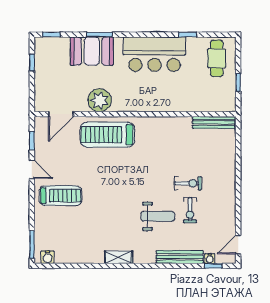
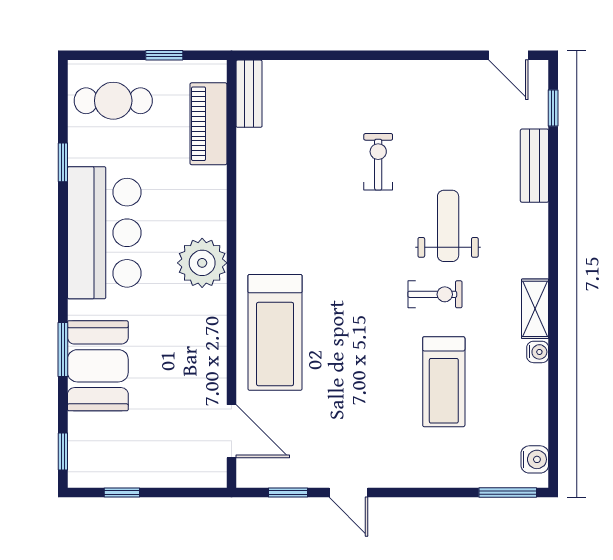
plant: (100, 100) -> (202, 263), moved
piano: (206, 103) -> (208, 124), added
bench: (214, 122) -> (249, 94), width x0.73
door: (32, 169) -> (348, 493), swing flipped
treadmill: (60, 196) -> (444, 382), moved, turned 180
exercise bike: (190, 210) -> (435, 294), moved
bench: (180, 257) -> (534, 166), width x0.73
water cooler: (210, 259) -> (538, 352), moved

